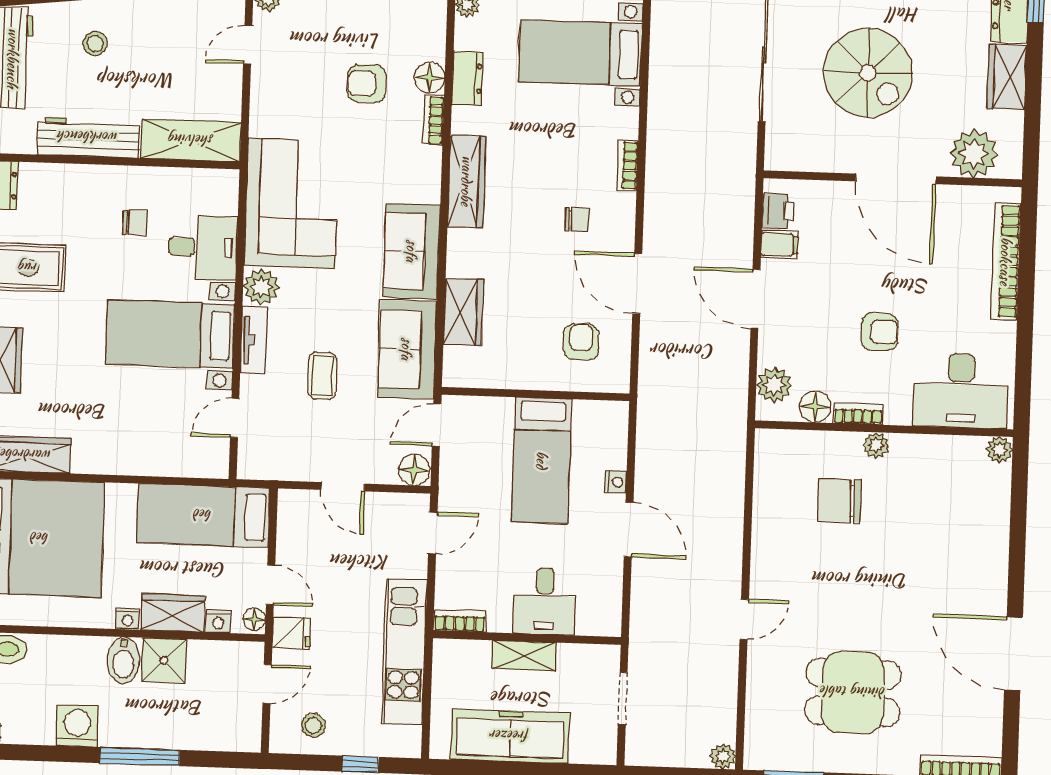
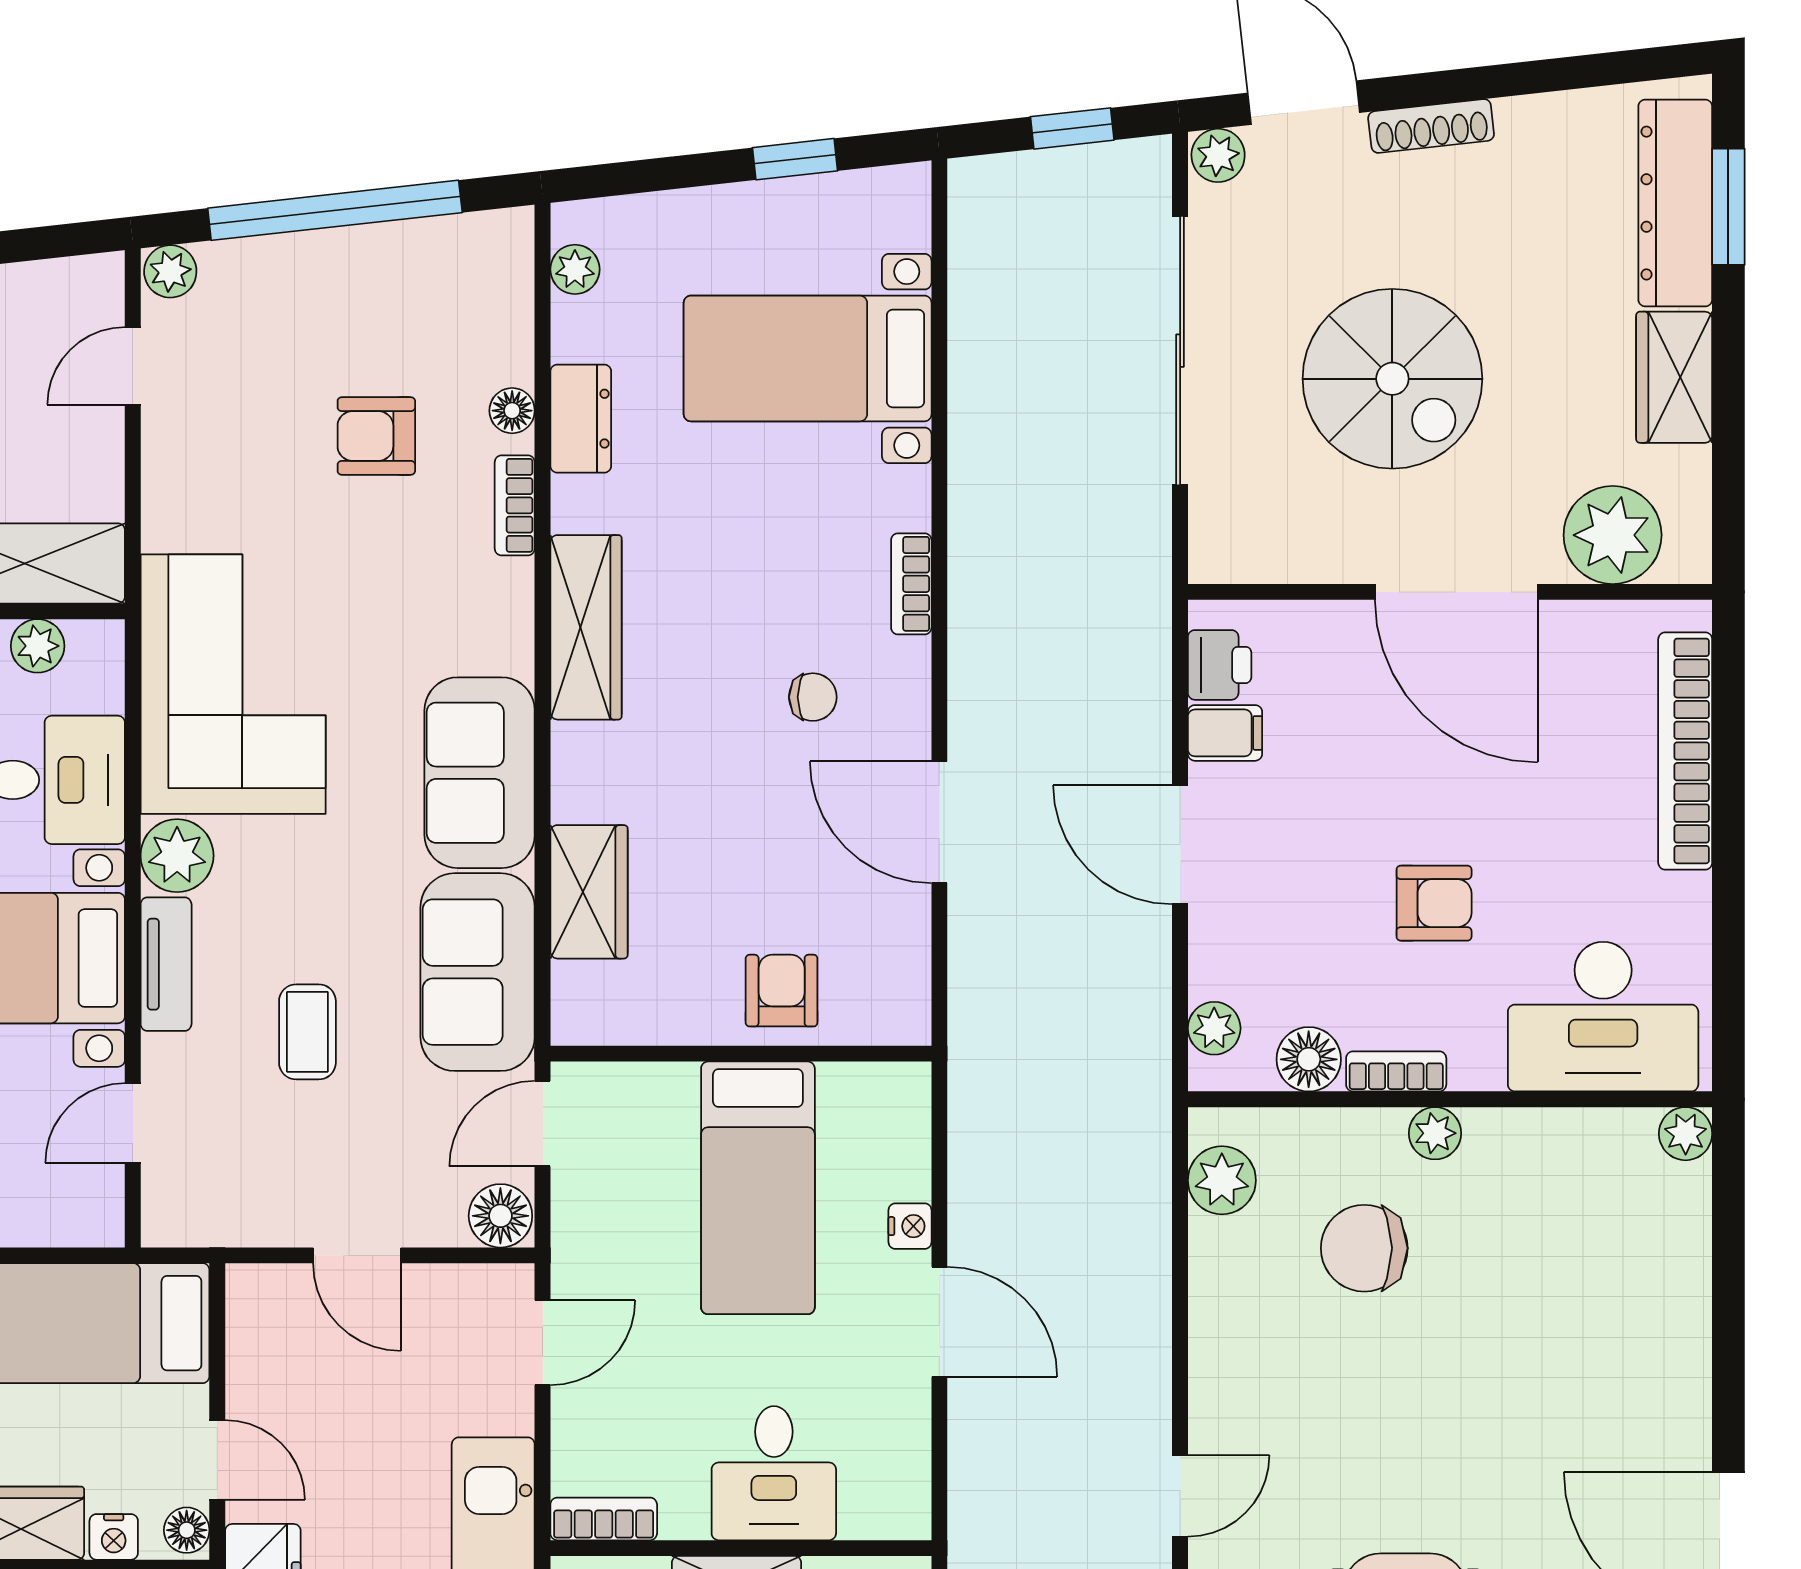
floor lamp: (430, 77) -> (512, 411), width x0.73, depth x0.73
plant: (196, 181) -> (38, 646), added
armchair: (581, 342) -> (782, 991), moved
plant: (774, 385) -> (1214, 1028), width x0.73, depth x0.73
plant: (770, 465) -> (1222, 1180), added

